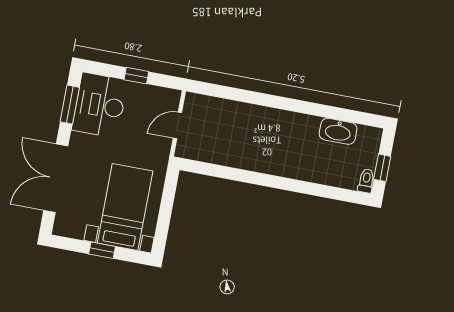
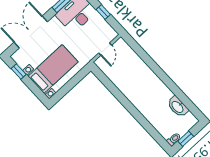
door: (177, 126) -> (105, 49), swing flipped
window: (102, 250) -> (19, 72), moved

